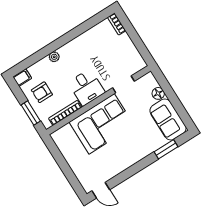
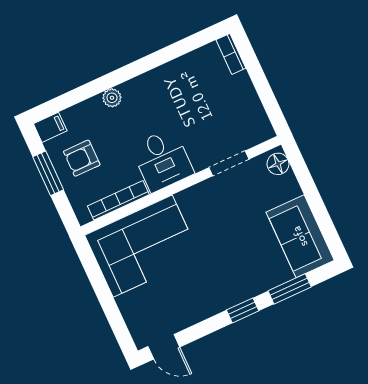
floor lamp: (158, 93) -> (278, 164), moved
window: (31, 113) -> (48, 173), moved
corner sofa: (102, 124) -> (143, 246), moved
window: (142, 165) -> (243, 310), added

